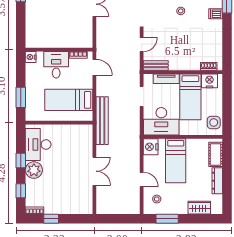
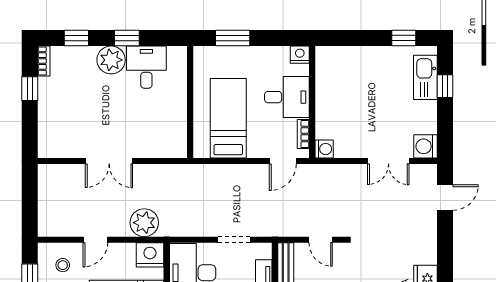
washing machine: (87, 42) -> (324, 149), added
bench: (102, 121) -> (194, 174), removed
desk: (38, 145) -> (146, 67), width x0.73
plant: (131, 150) -> (144, 223), added

